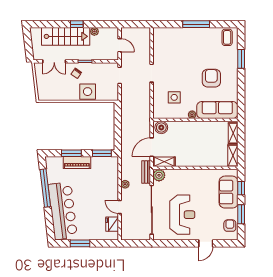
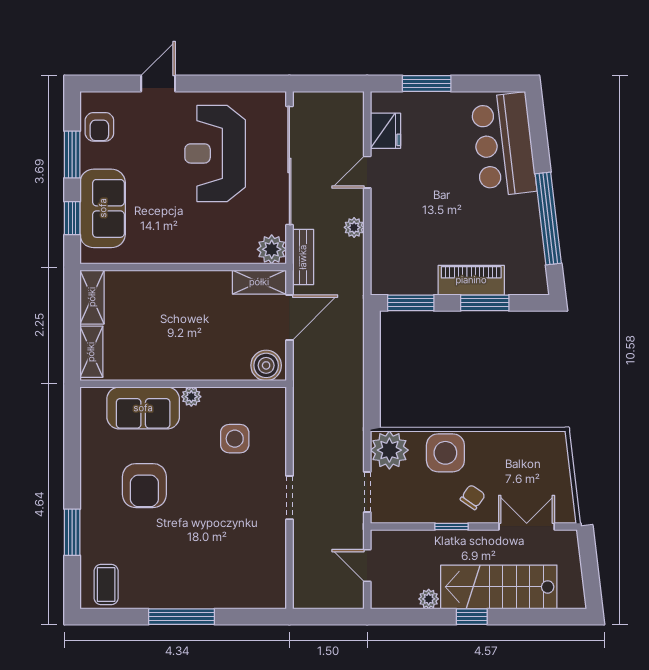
plant: (111, 93) -> (389, 450), added
sofa: (217, 110) -> (143, 408), width x0.73
door: (120, 207) -> (367, 172), swing flipped
bar counter: (63, 211) -> (504, 145), width x0.73
window: (80, 243) -> (427, 83), moved

